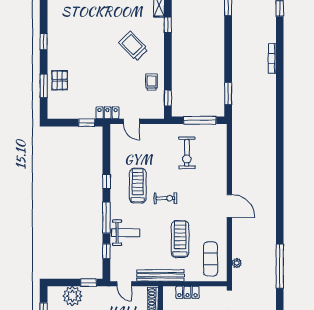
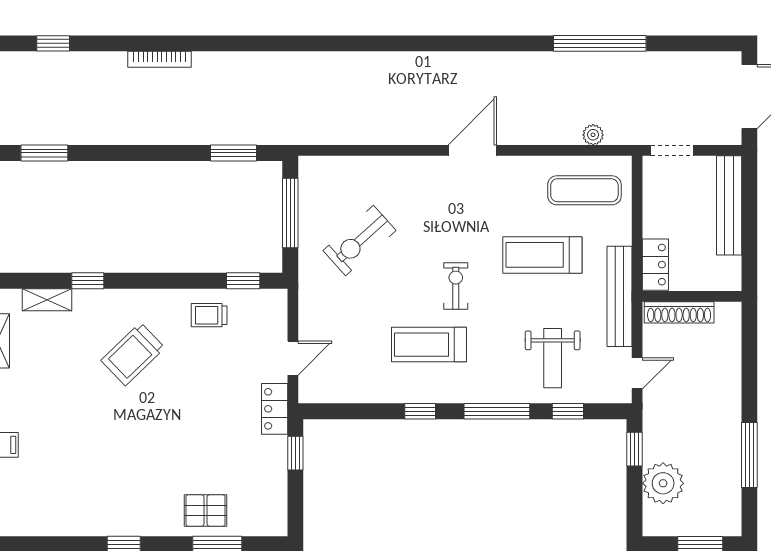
exercise bike: (187, 153) -> (360, 241), turned 138
weight bench: (125, 233) -> (553, 358), moved, turned 180
locker: (187, 292) -> (655, 265), moved

